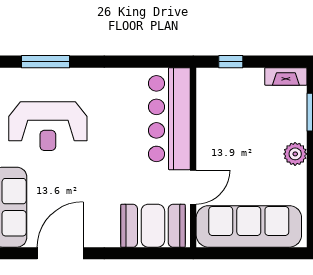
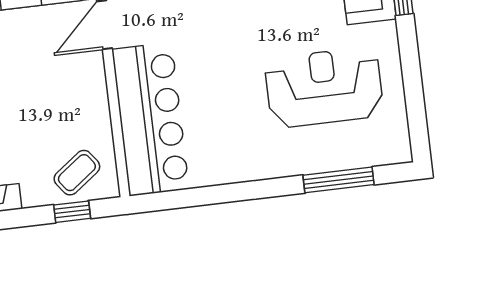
coffee table: (224, 88) -> (77, 173), added

